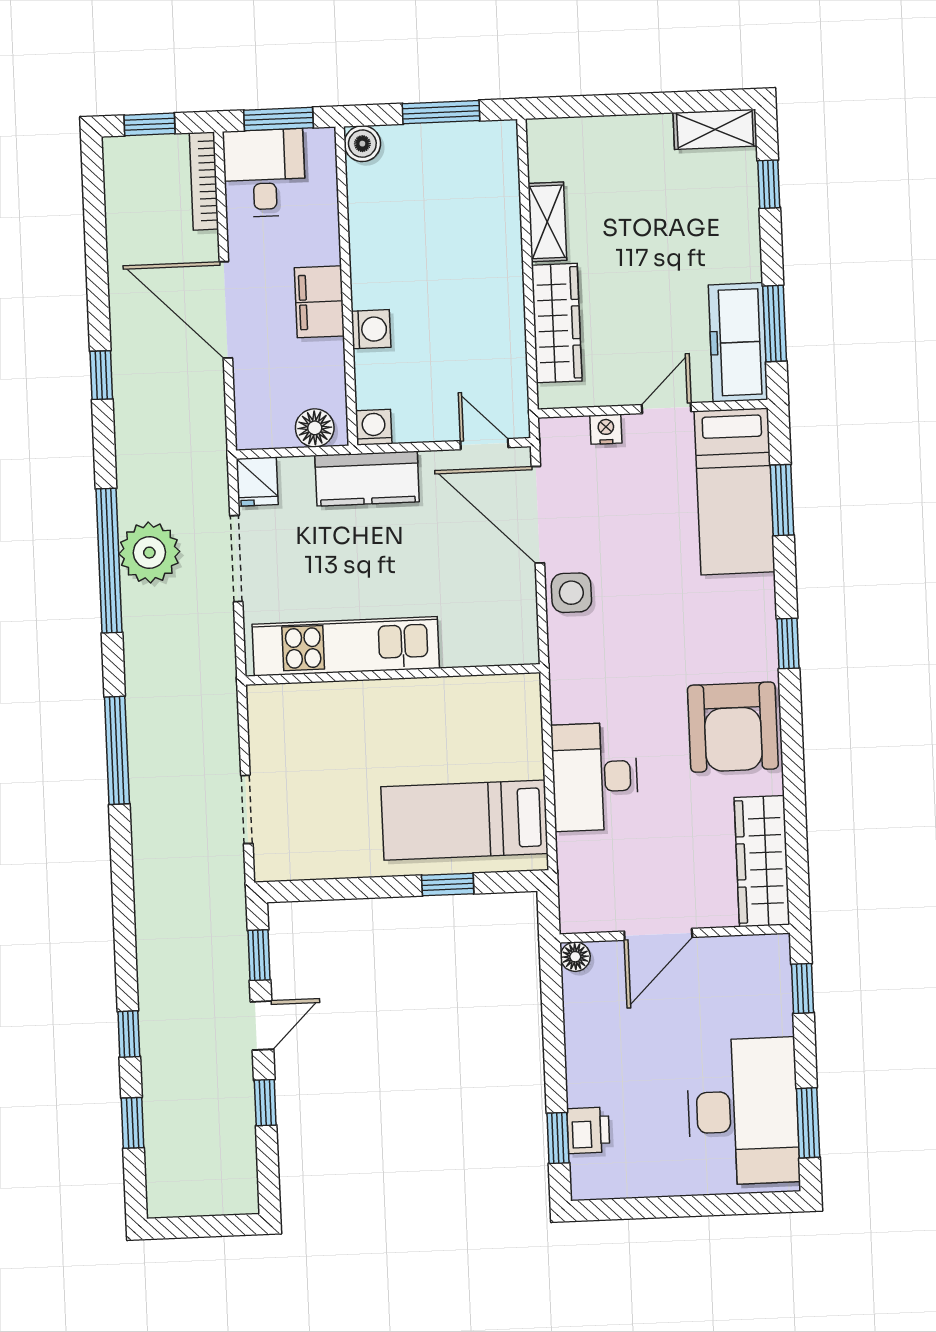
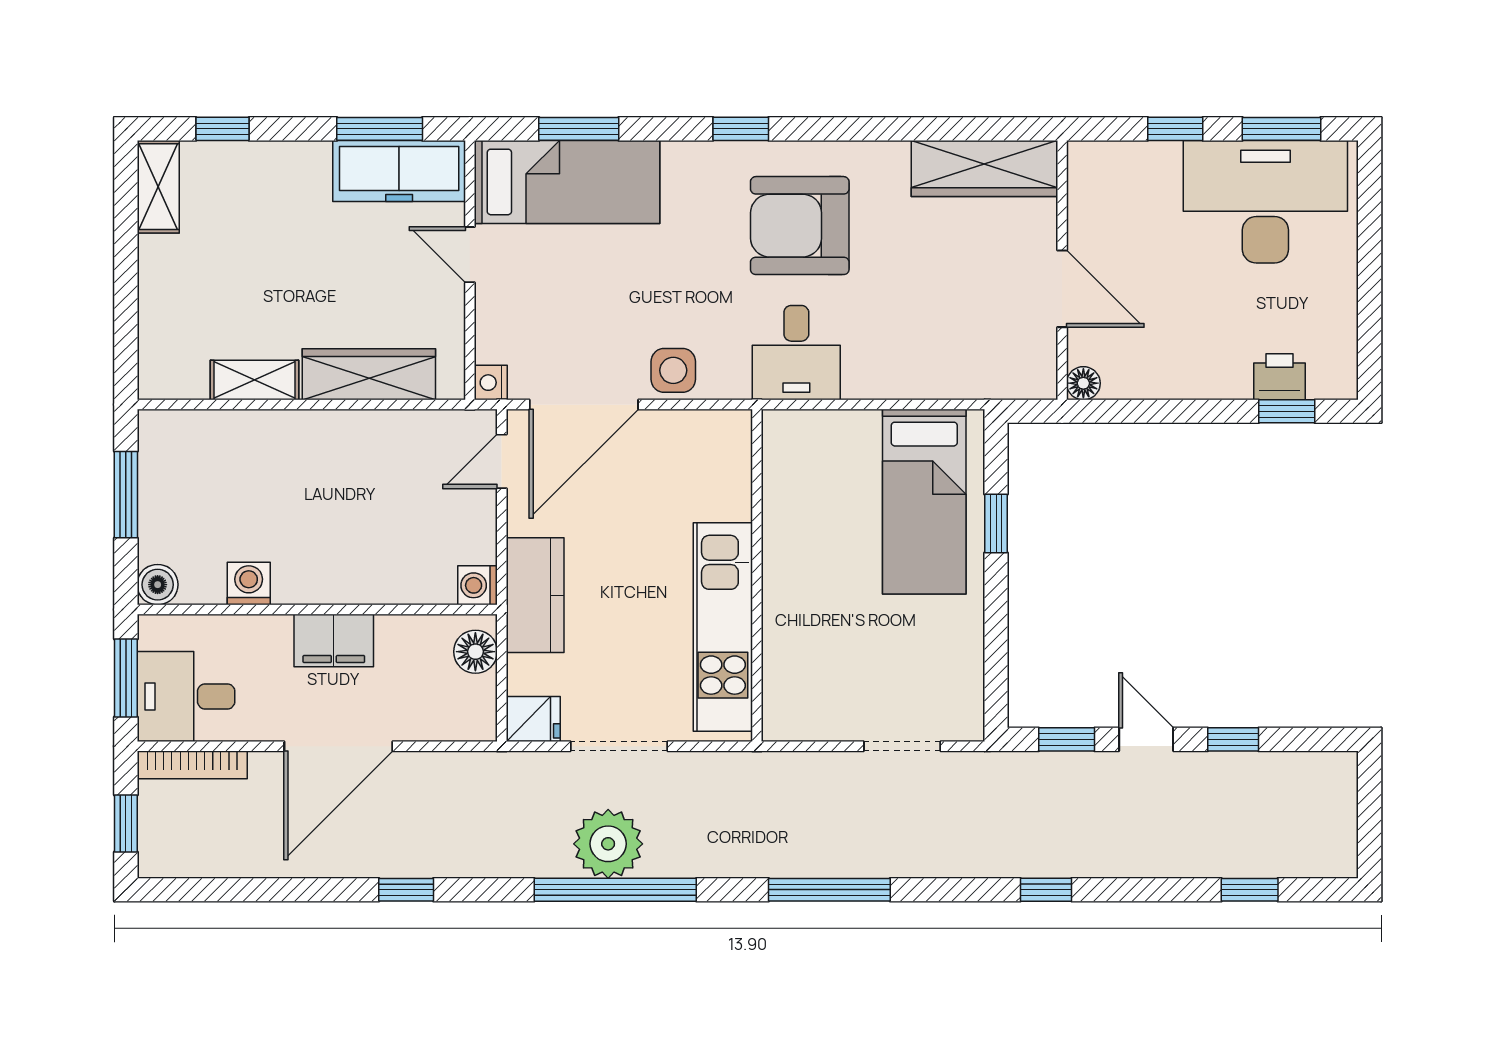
washing machine: (371, 329) -> (249, 584), moved
nightstand: (606, 429) -> (491, 383), moved
armchair: (733, 727) -> (800, 226), moved, turned 180
desk: (595, 777) -> (796, 353), moved, width x0.73
window: (802, 988) -> (1175, 129), moved
window: (129, 1034) -> (1046, 890), moved

